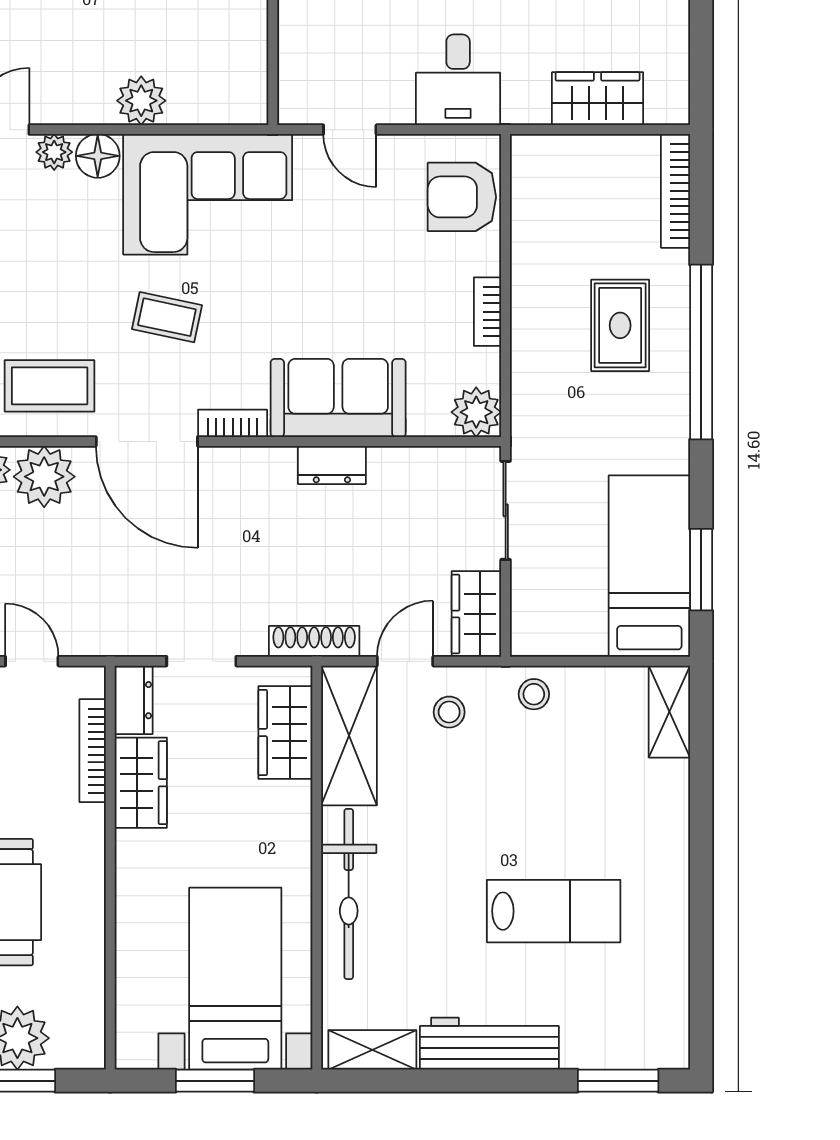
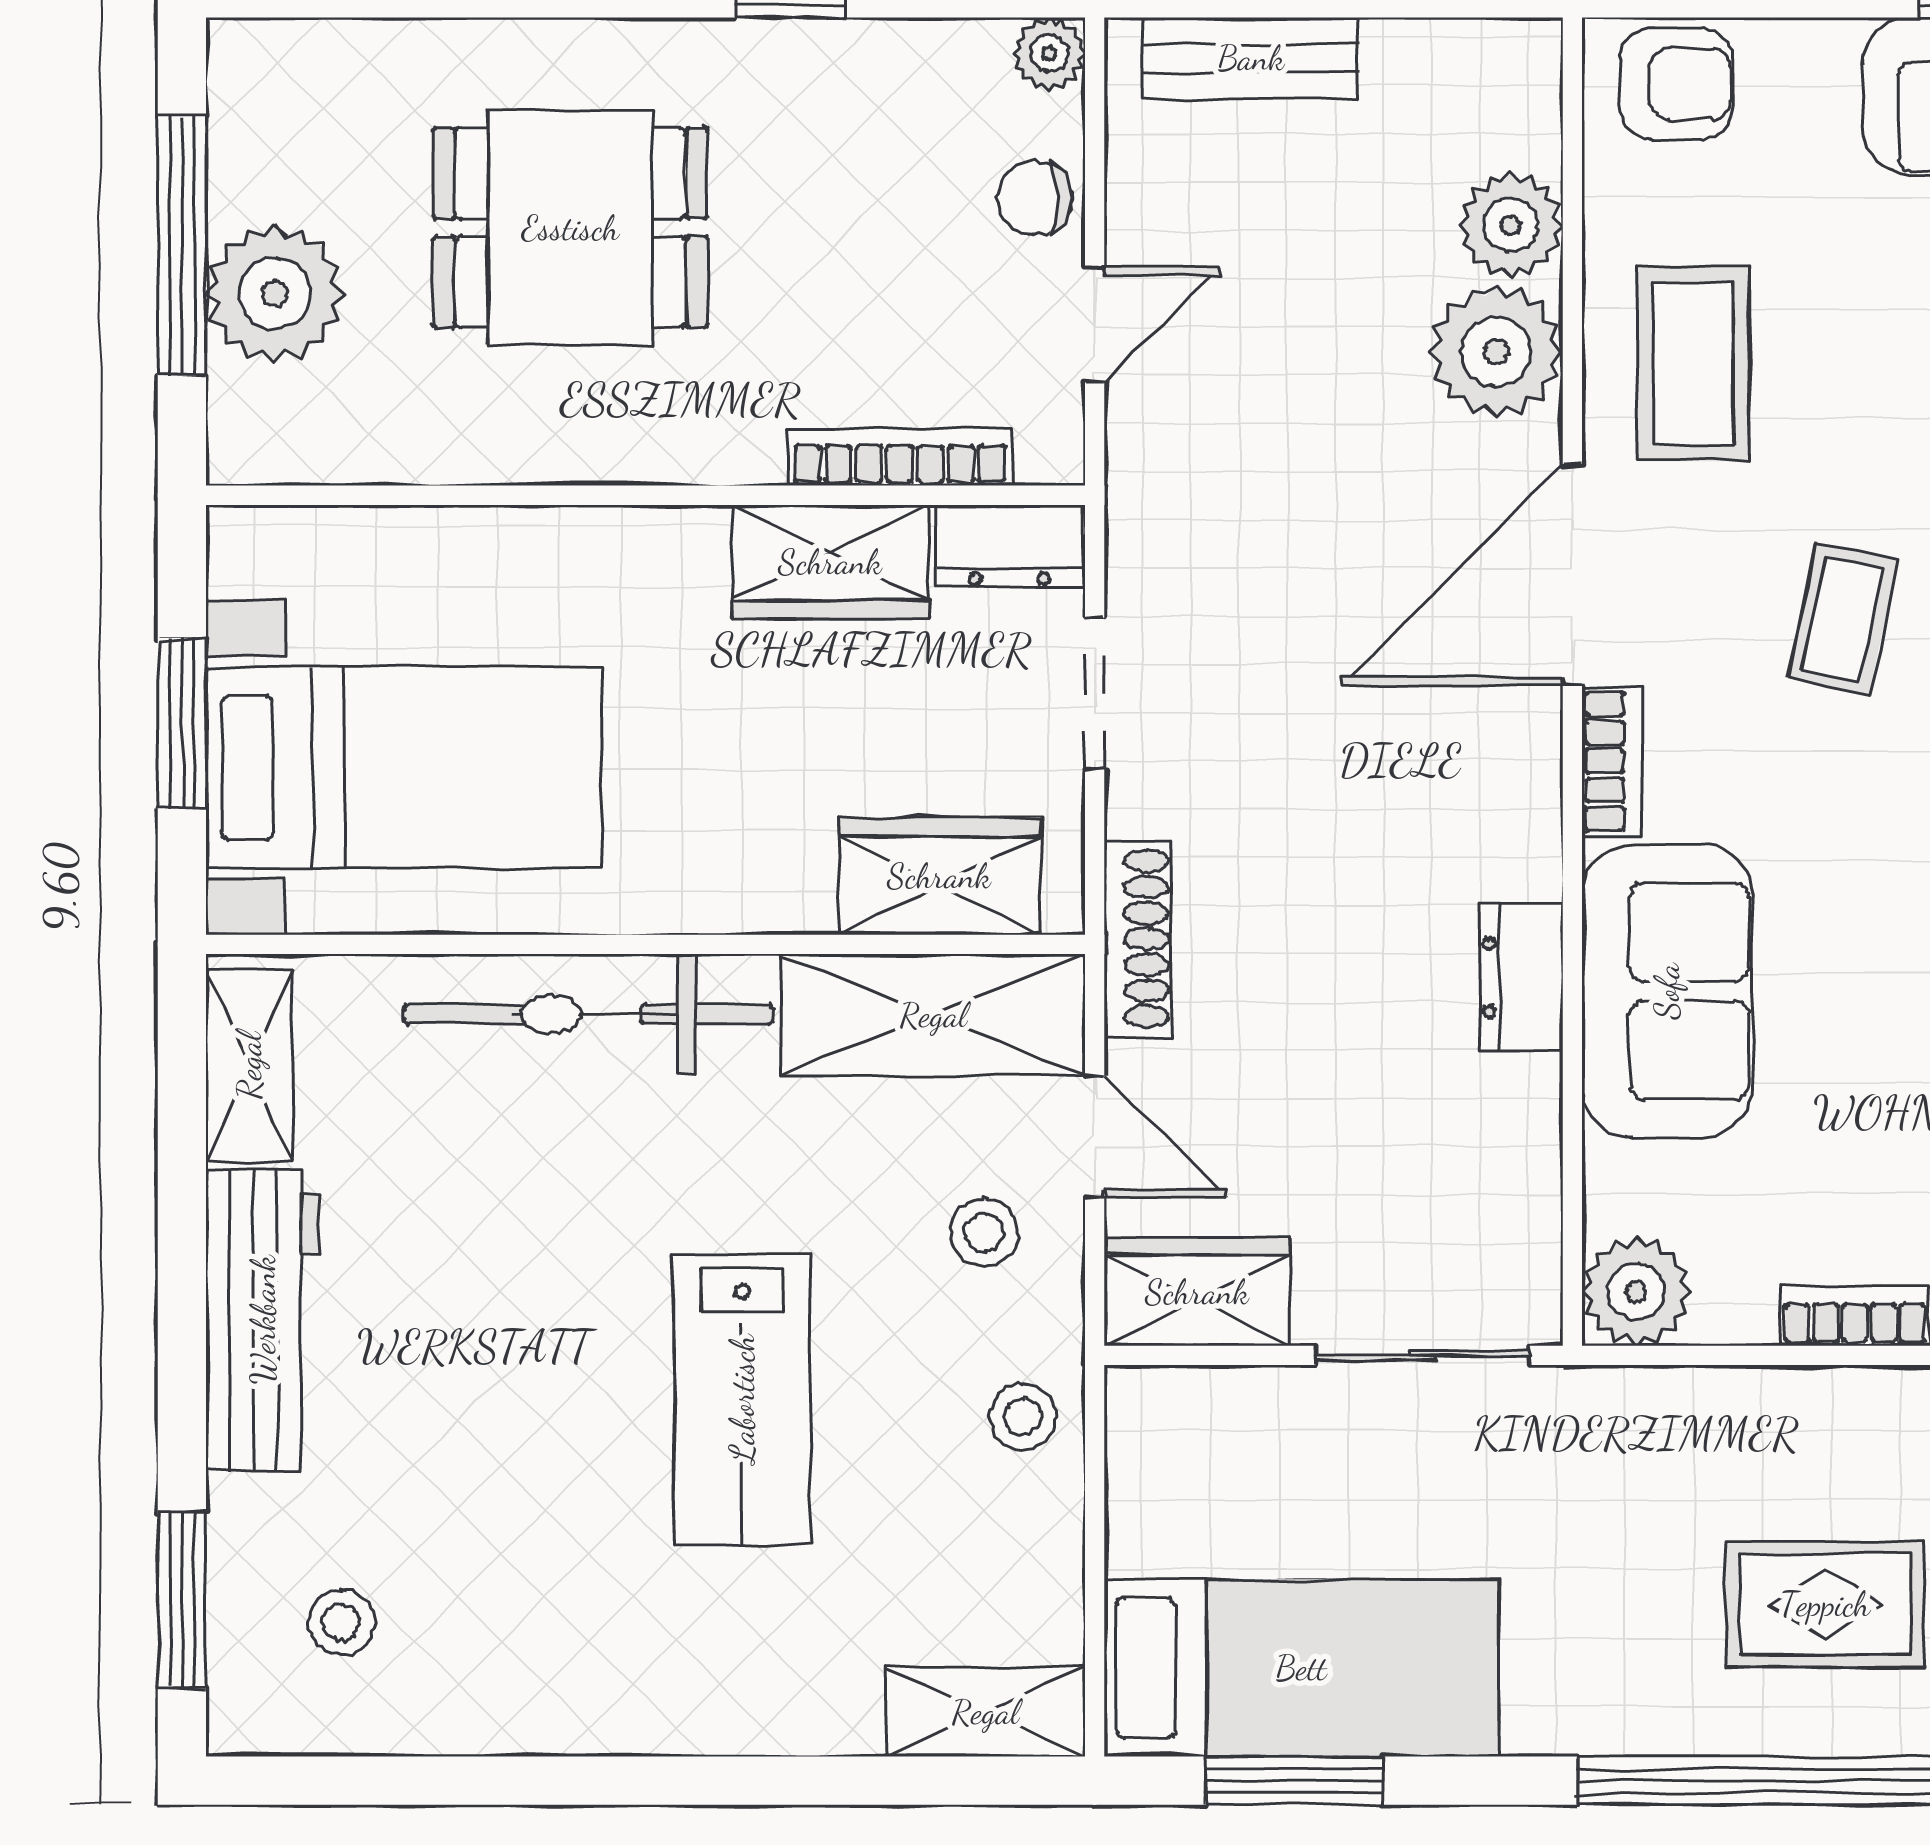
lab bench: (554, 911) -> (742, 1399), moved
stool: (628, 1007) -> (341, 1622), added

